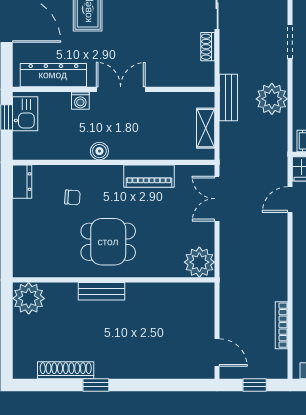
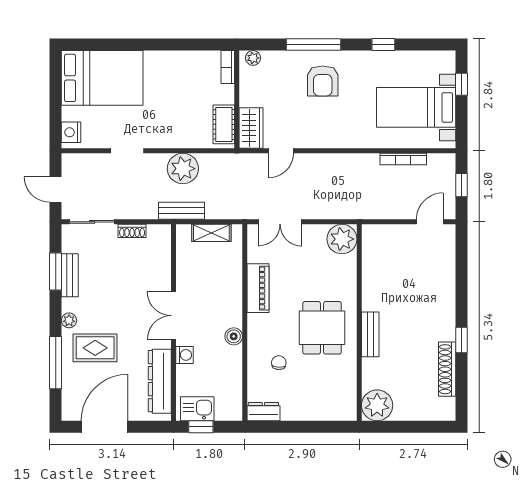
door: (290, 200) -> (281, 151), hinge flipped

